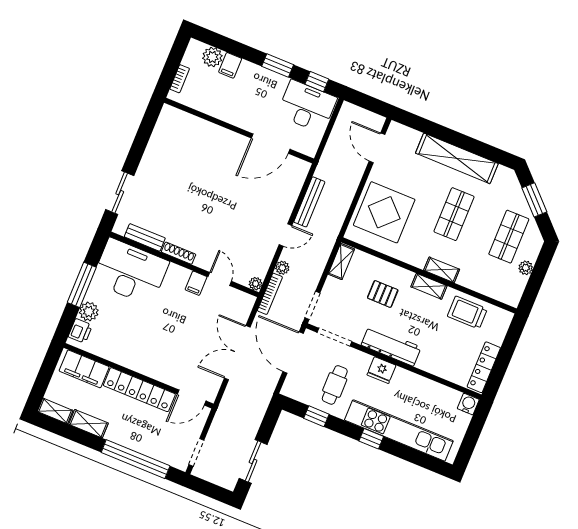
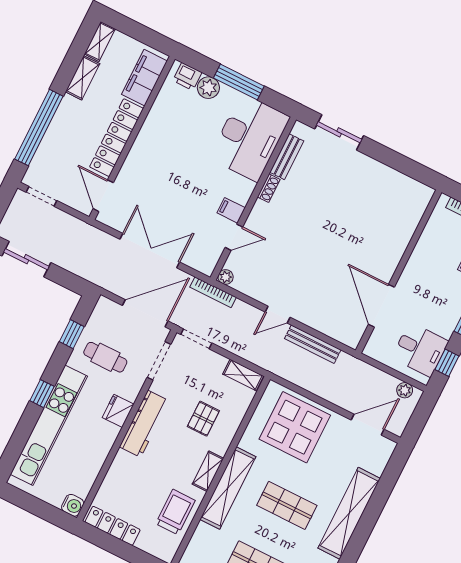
desk: (307, 106) -> (420, 350), width x0.73
door: (286, 235) -> (278, 315), hinge flipped
shoe rack: (179, 253) -> (269, 188), width x0.70
plant: (282, 268) -> (405, 390), moved
shelving: (442, 270) -> (228, 488), width x2.20, depth x1.33

